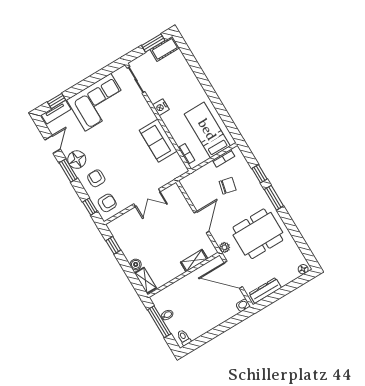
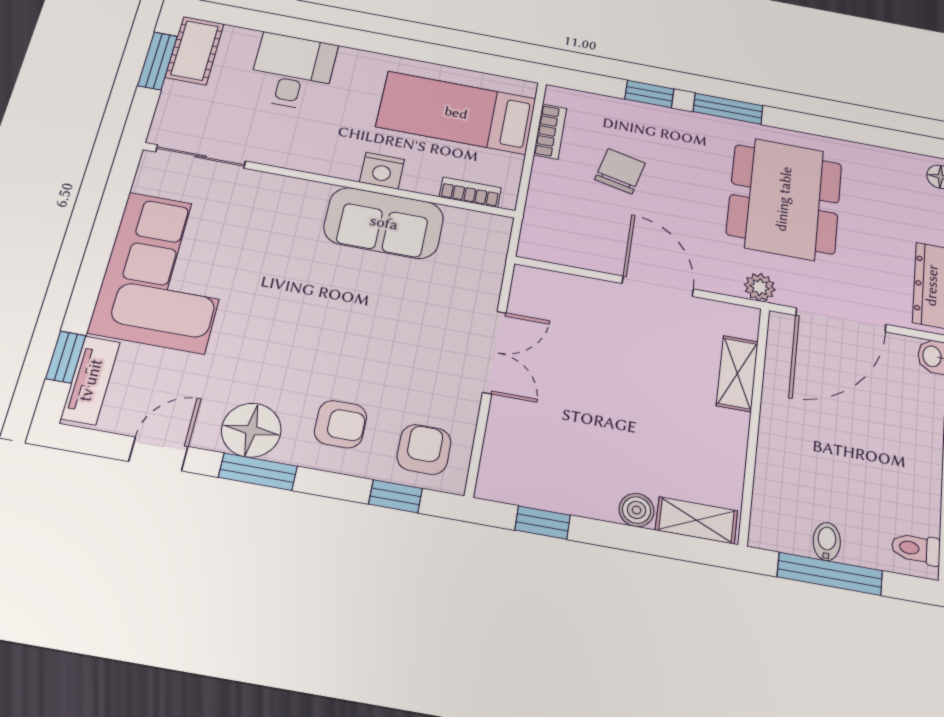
desk: (181, 79) -> (293, 72), added
nightstand: (161, 107) -> (382, 171), moved
door: (53, 144) -> (158, 454), hinge flipped
armchair: (96, 178) -> (340, 424), turned 180

